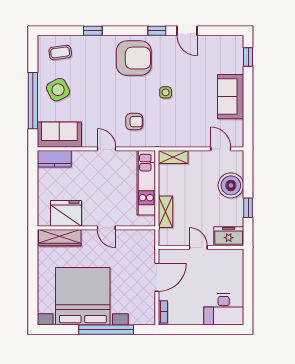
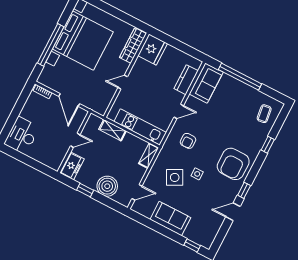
side table: (58, 90) -> (175, 177), moved
kitchen counter: (54, 159) -> (186, 80), moved
fridge: (66, 213) -> (153, 50), moved

